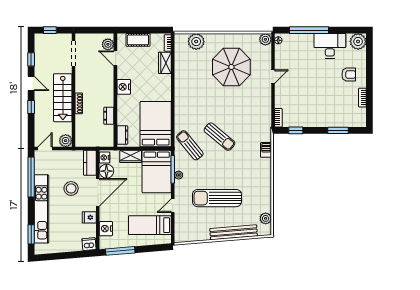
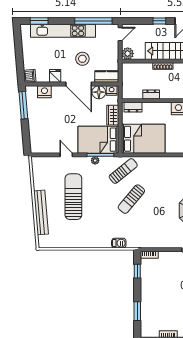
door: (45, 149) -> (120, 34), hinge flipped
plant: (266, 218) -> (54, 243), removed
bed: (150, 225) -> (48, 133), removed

